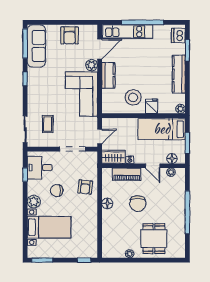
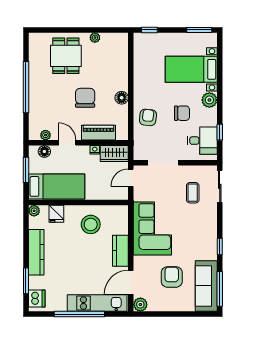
armchair: (70, 35) -> (172, 277), moved
plant: (92, 65) -> (140, 305), moved
fridge: (152, 106) -> (56, 214), moved

